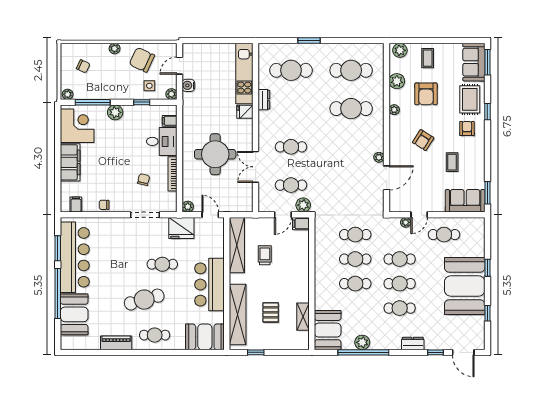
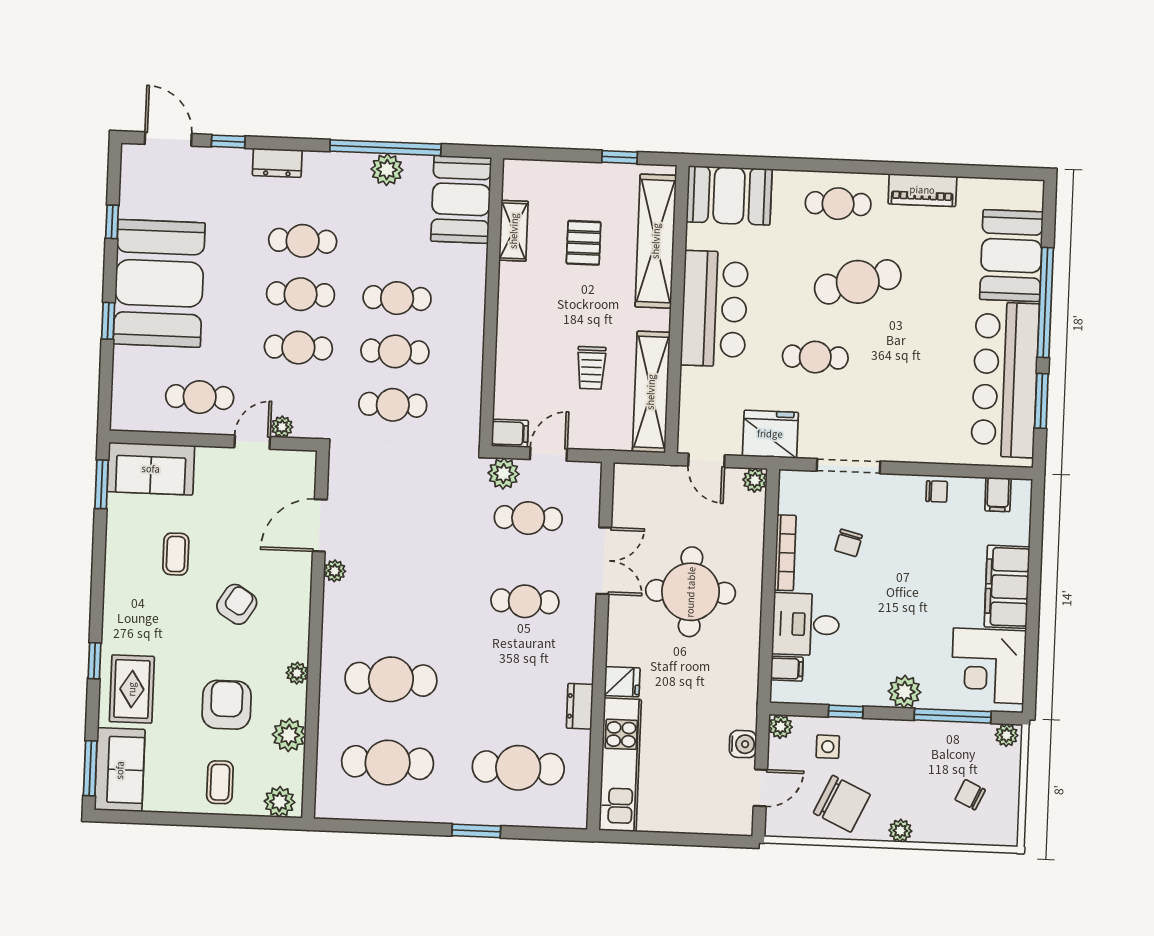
armchair: (467, 129) -> (140, 626), removed

